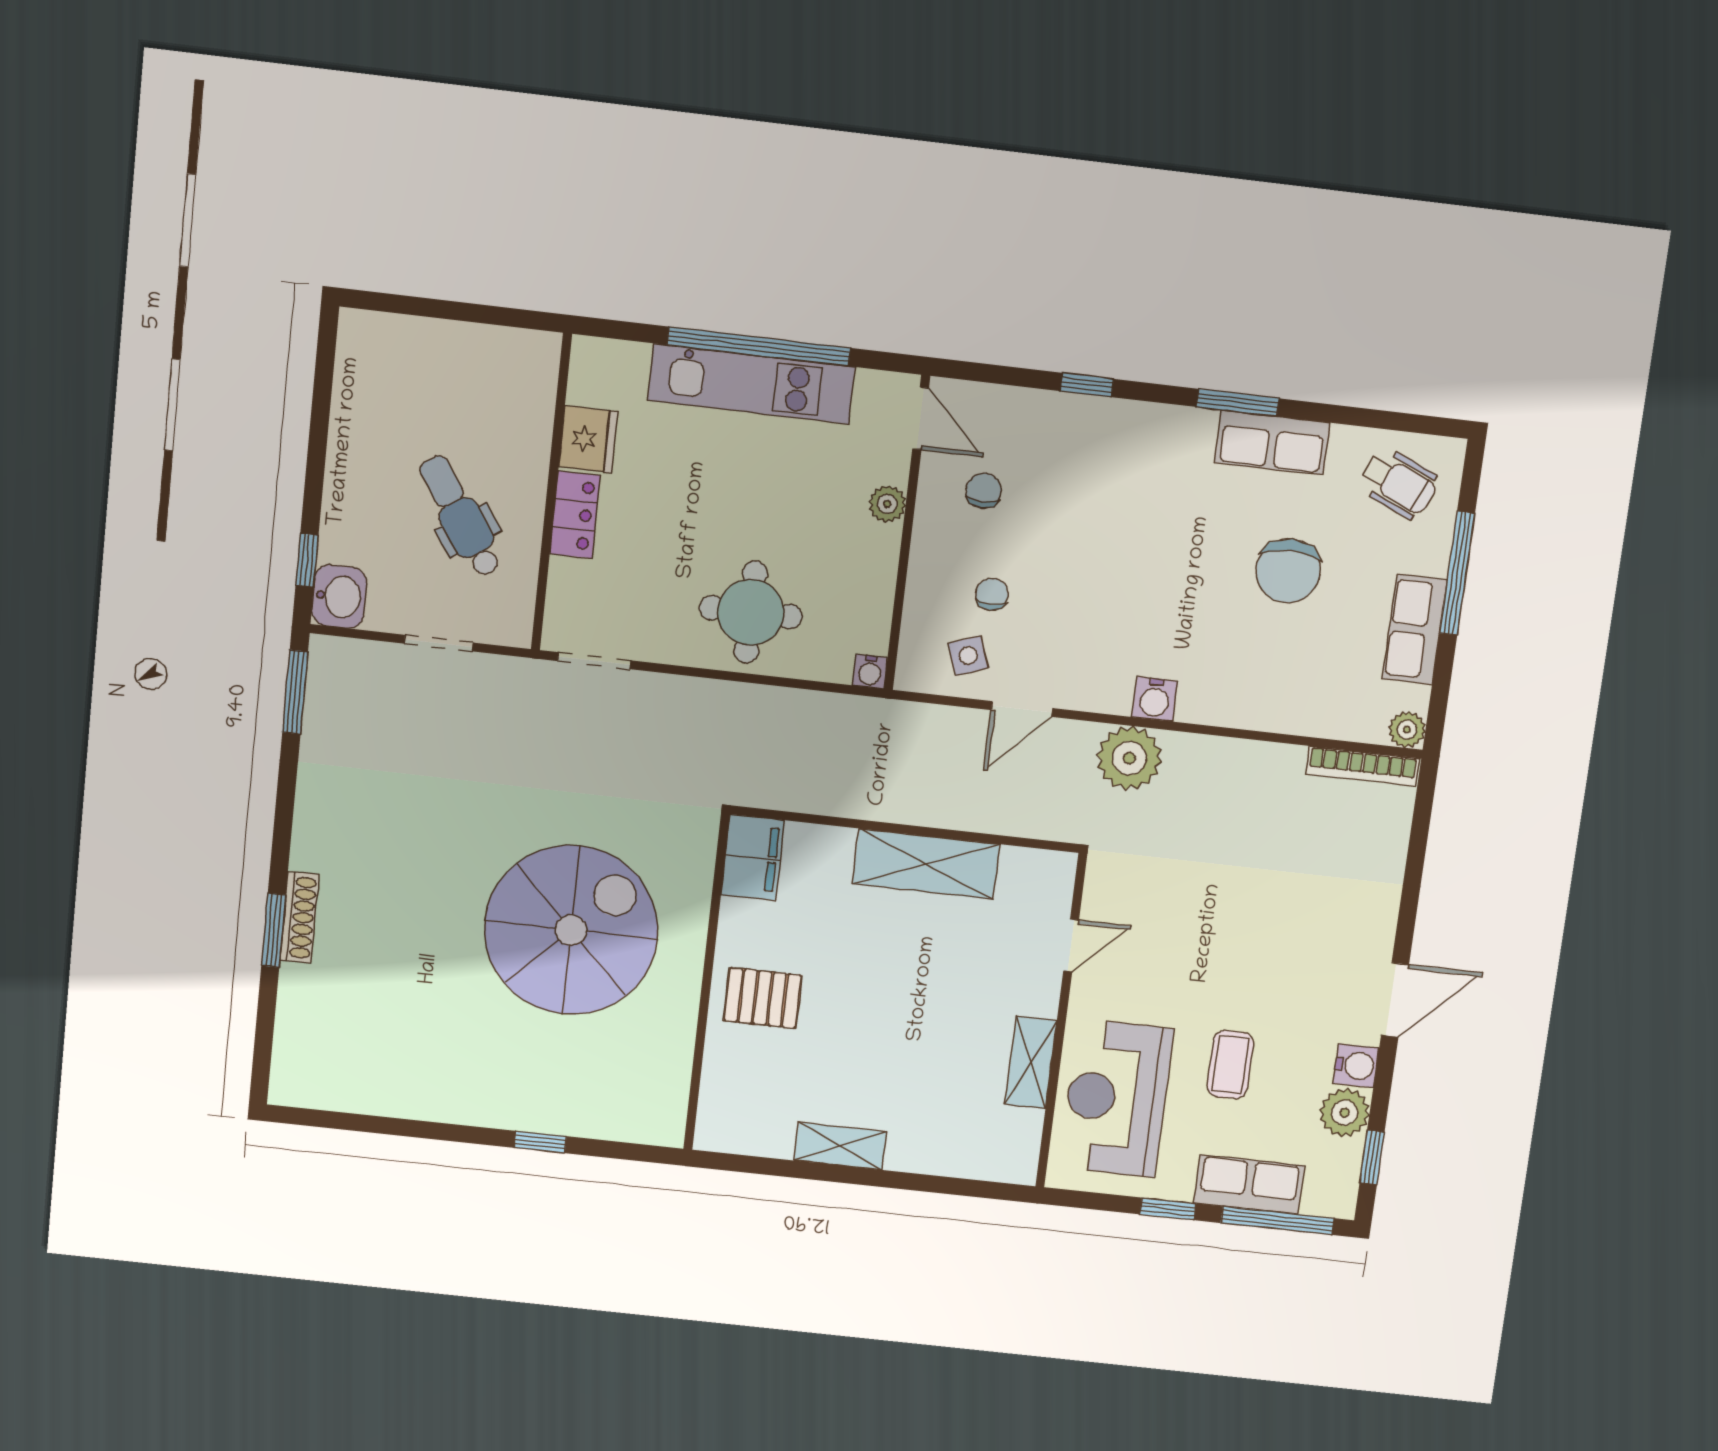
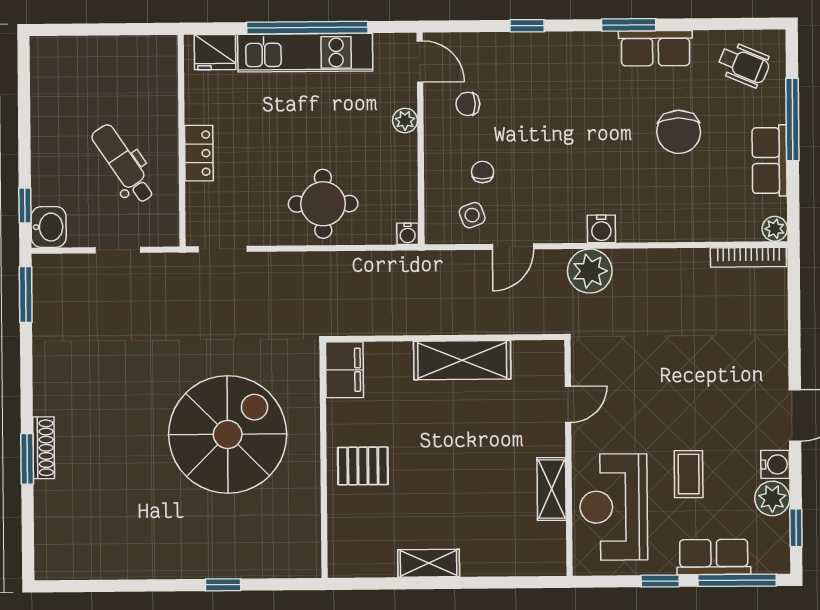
fridge: (588, 439) -> (215, 52), moved, turned 90
chair: (984, 491) -> (468, 104), turned -90

